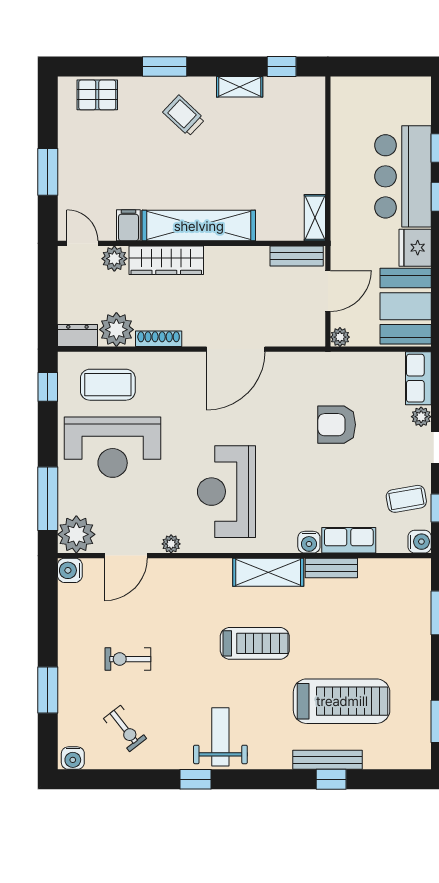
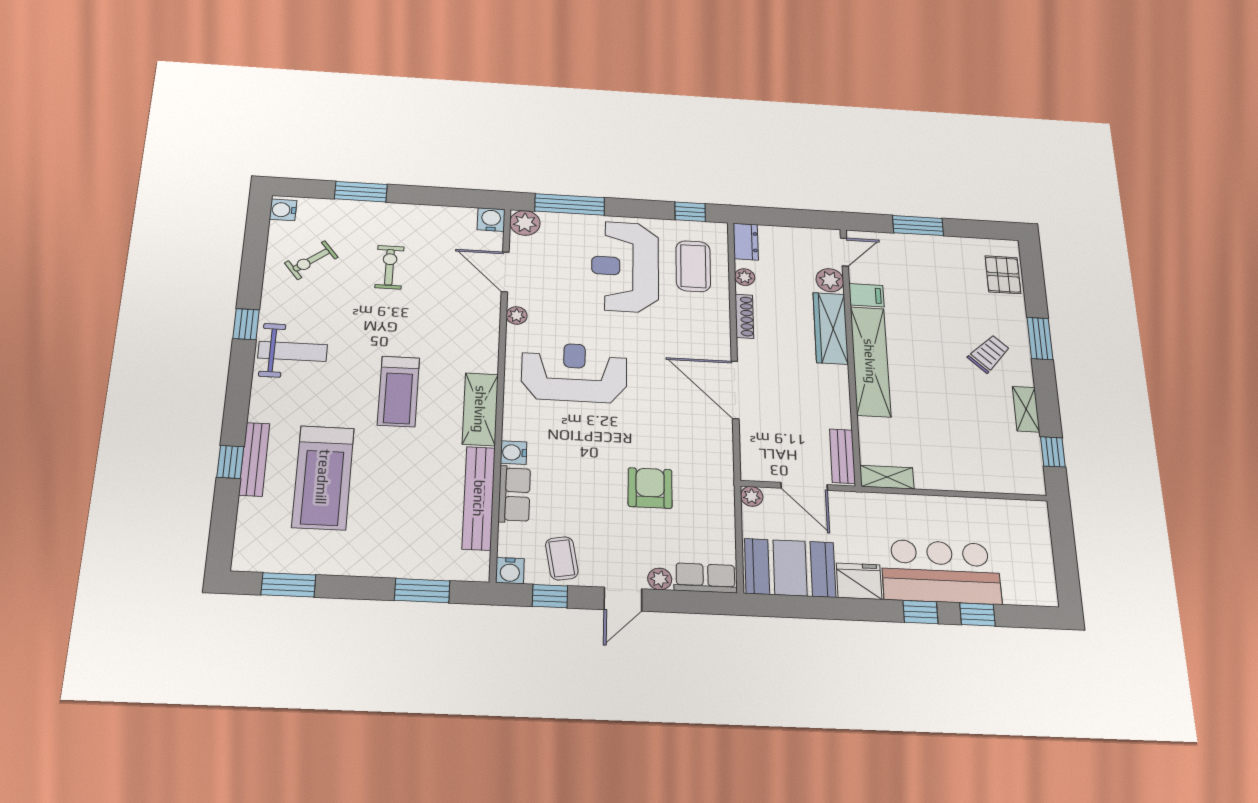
plant: (116, 330) -> (745, 277), width x0.53, depth x0.53
plant: (76, 534) -> (525, 223), width x0.73, depth x0.73
bench: (331, 568) -> (479, 498), width x1.86, depth x1.21

